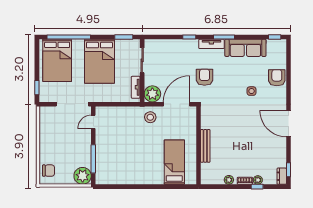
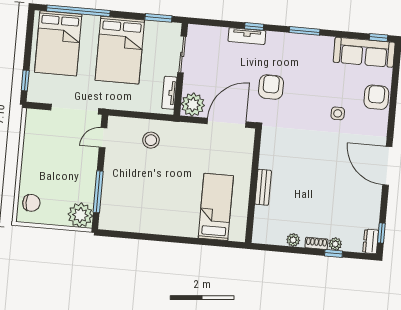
tv unit: (211, 44) -> (247, 36), moved
sofa: (245, 48) -> (364, 52), moved
stool: (150, 117) -> (151, 140), moved
bench: (205, 146) -> (263, 187), width x0.73

